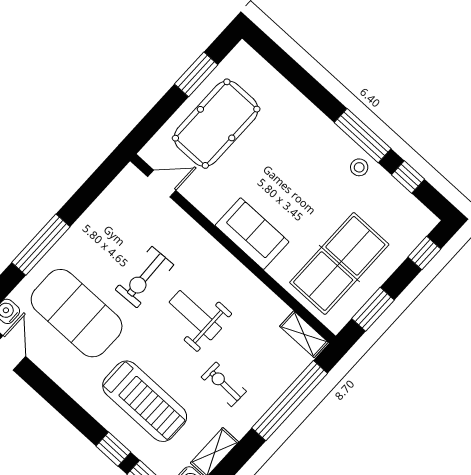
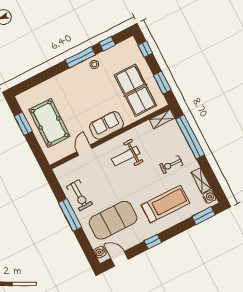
door: (162, 184) -> (84, 150), moved
window: (41, 245) -> (70, 215), moved
exercise bike: (145, 277) -> (79, 195), moved
weight bench: (195, 315) -> (126, 156), moved
window: (113, 449) -> (153, 242), moved

